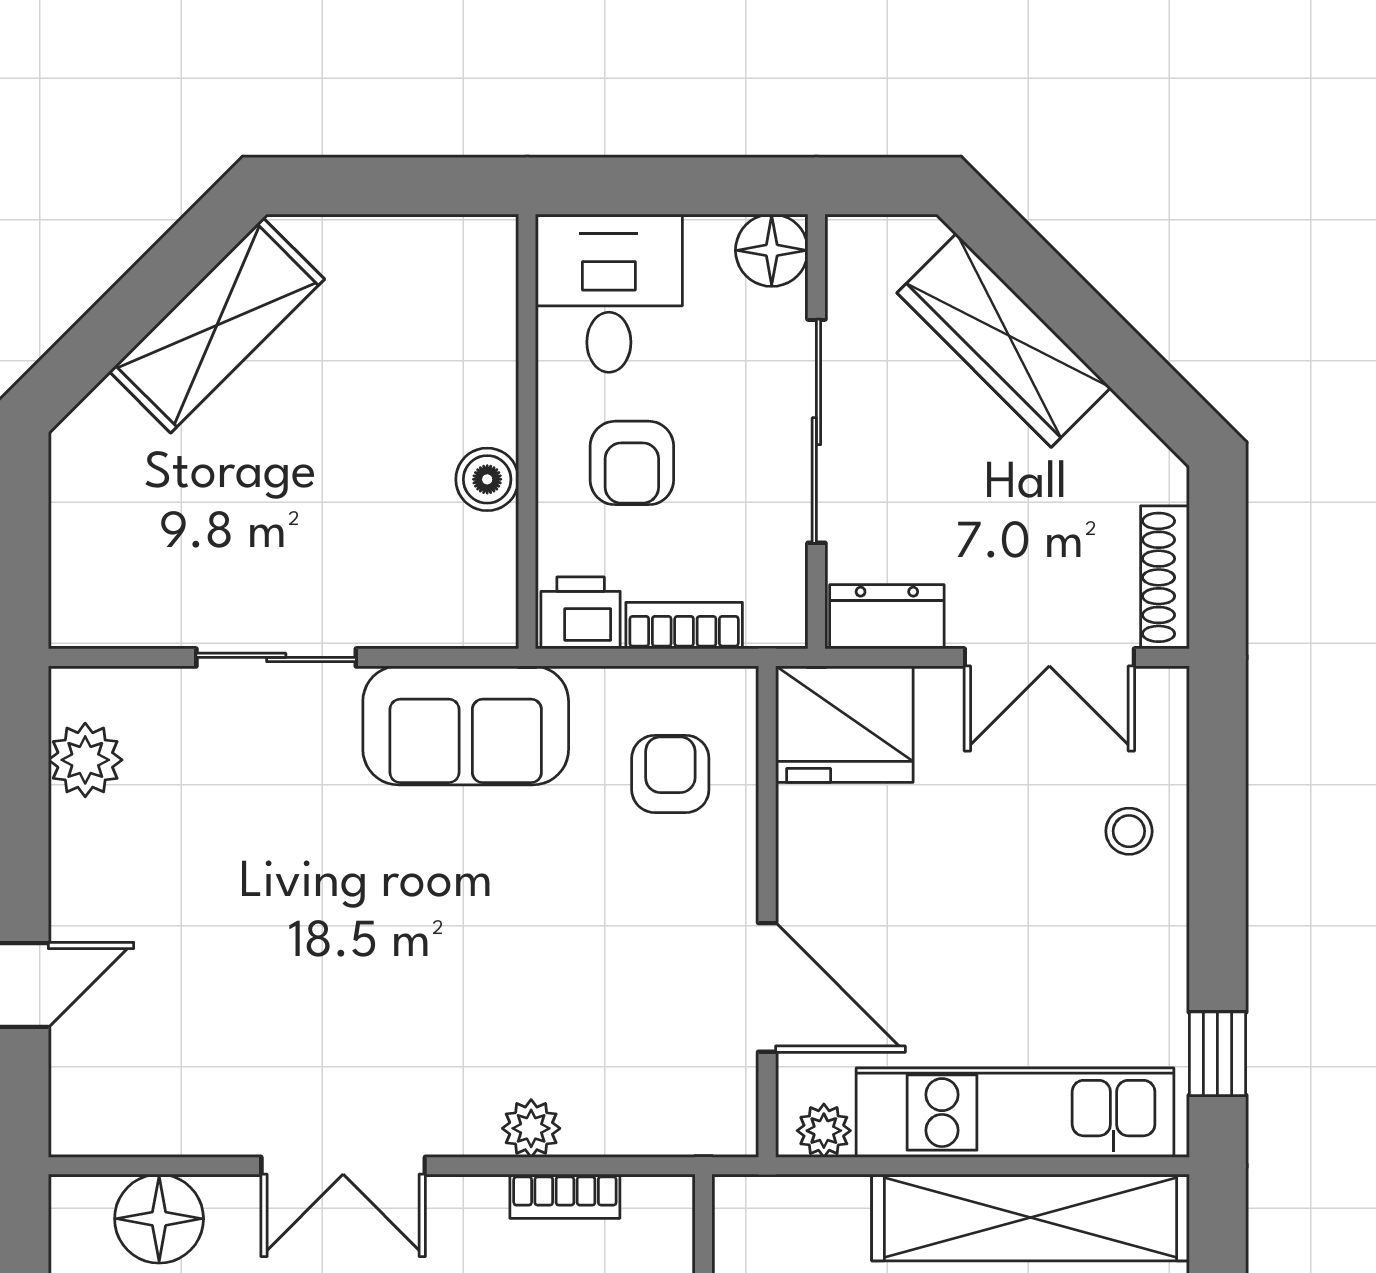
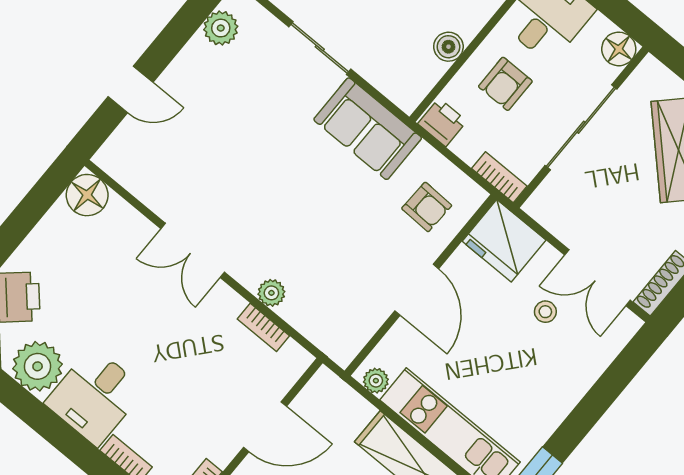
dresser: (887, 617) -> (551, 215), removed
bookcase: (684, 626) -> (499, 177), moved
armchair: (670, 774) -> (427, 207), turned 92
stool: (1129, 831) -> (545, 312), moved
door: (767, 987) -> (417, 290), moved
floor lamp: (159, 1219) -> (87, 195), moved

